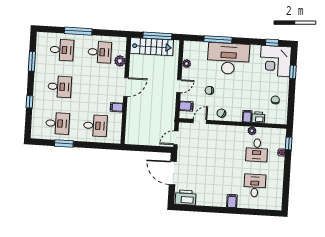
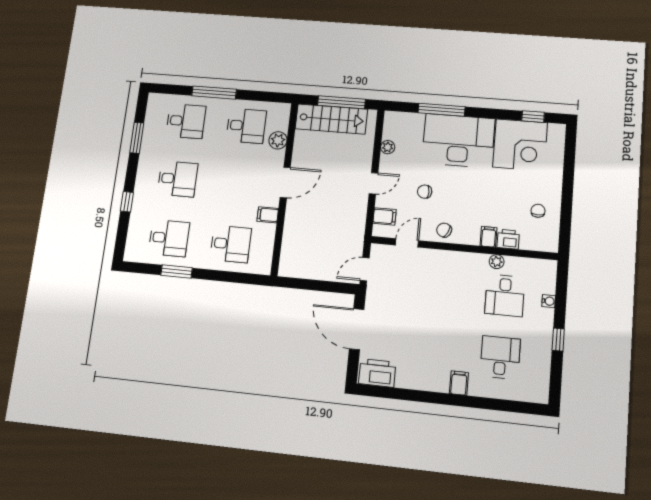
corner desk: (275, 61) -> (520, 145), moved, turned -90
window: (293, 72) -> (569, 165), removed
window: (289, 143) -> (558, 340), moved

